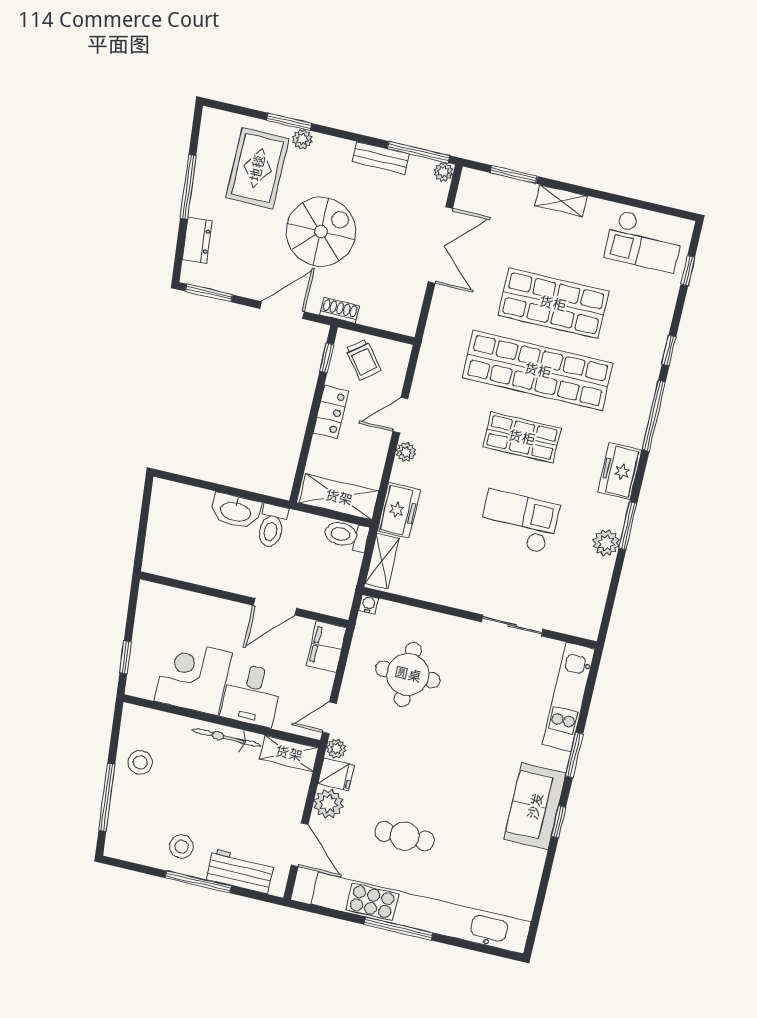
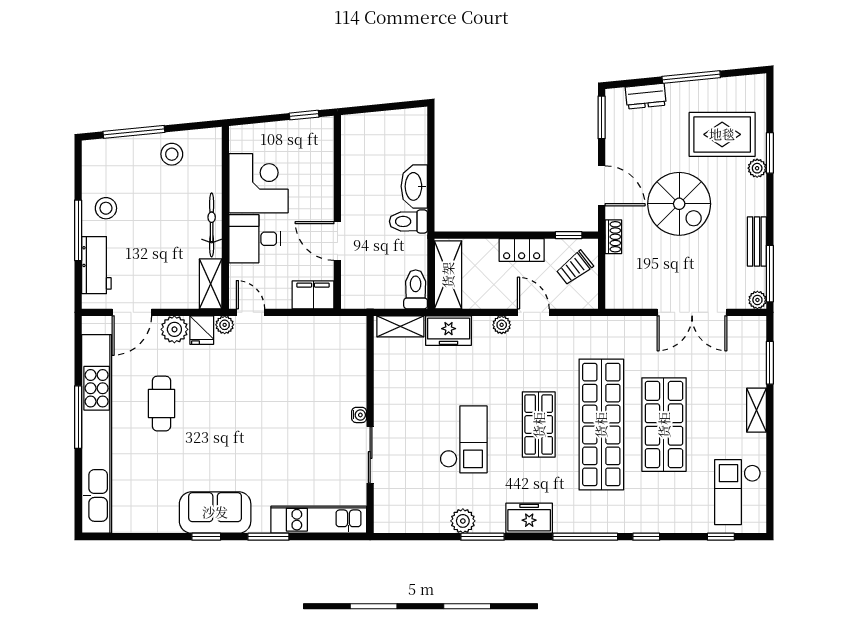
water cooler: (369, 604) -> (359, 415), moved
window: (125, 657) -> (304, 115), moved
round table: (408, 674) -> (305, 373), removed

